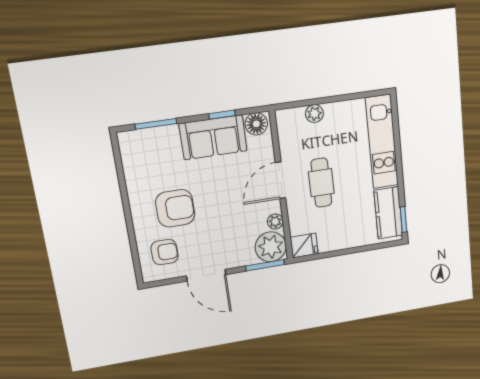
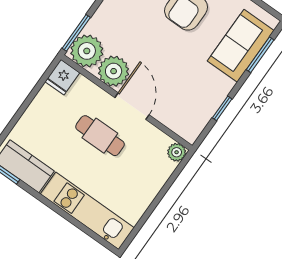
plant: (314, 114) -> (177, 152), moved
floor lamp: (256, 124) -> (192, 127), removed
sofa: (213, 137) -> (241, 46), moved
plant: (275, 222) -> (114, 71), width x1.87, depth x1.87

